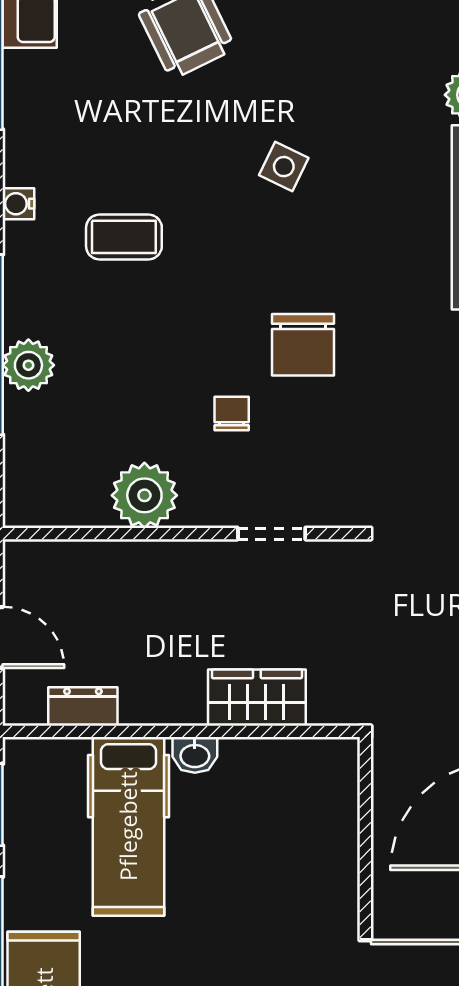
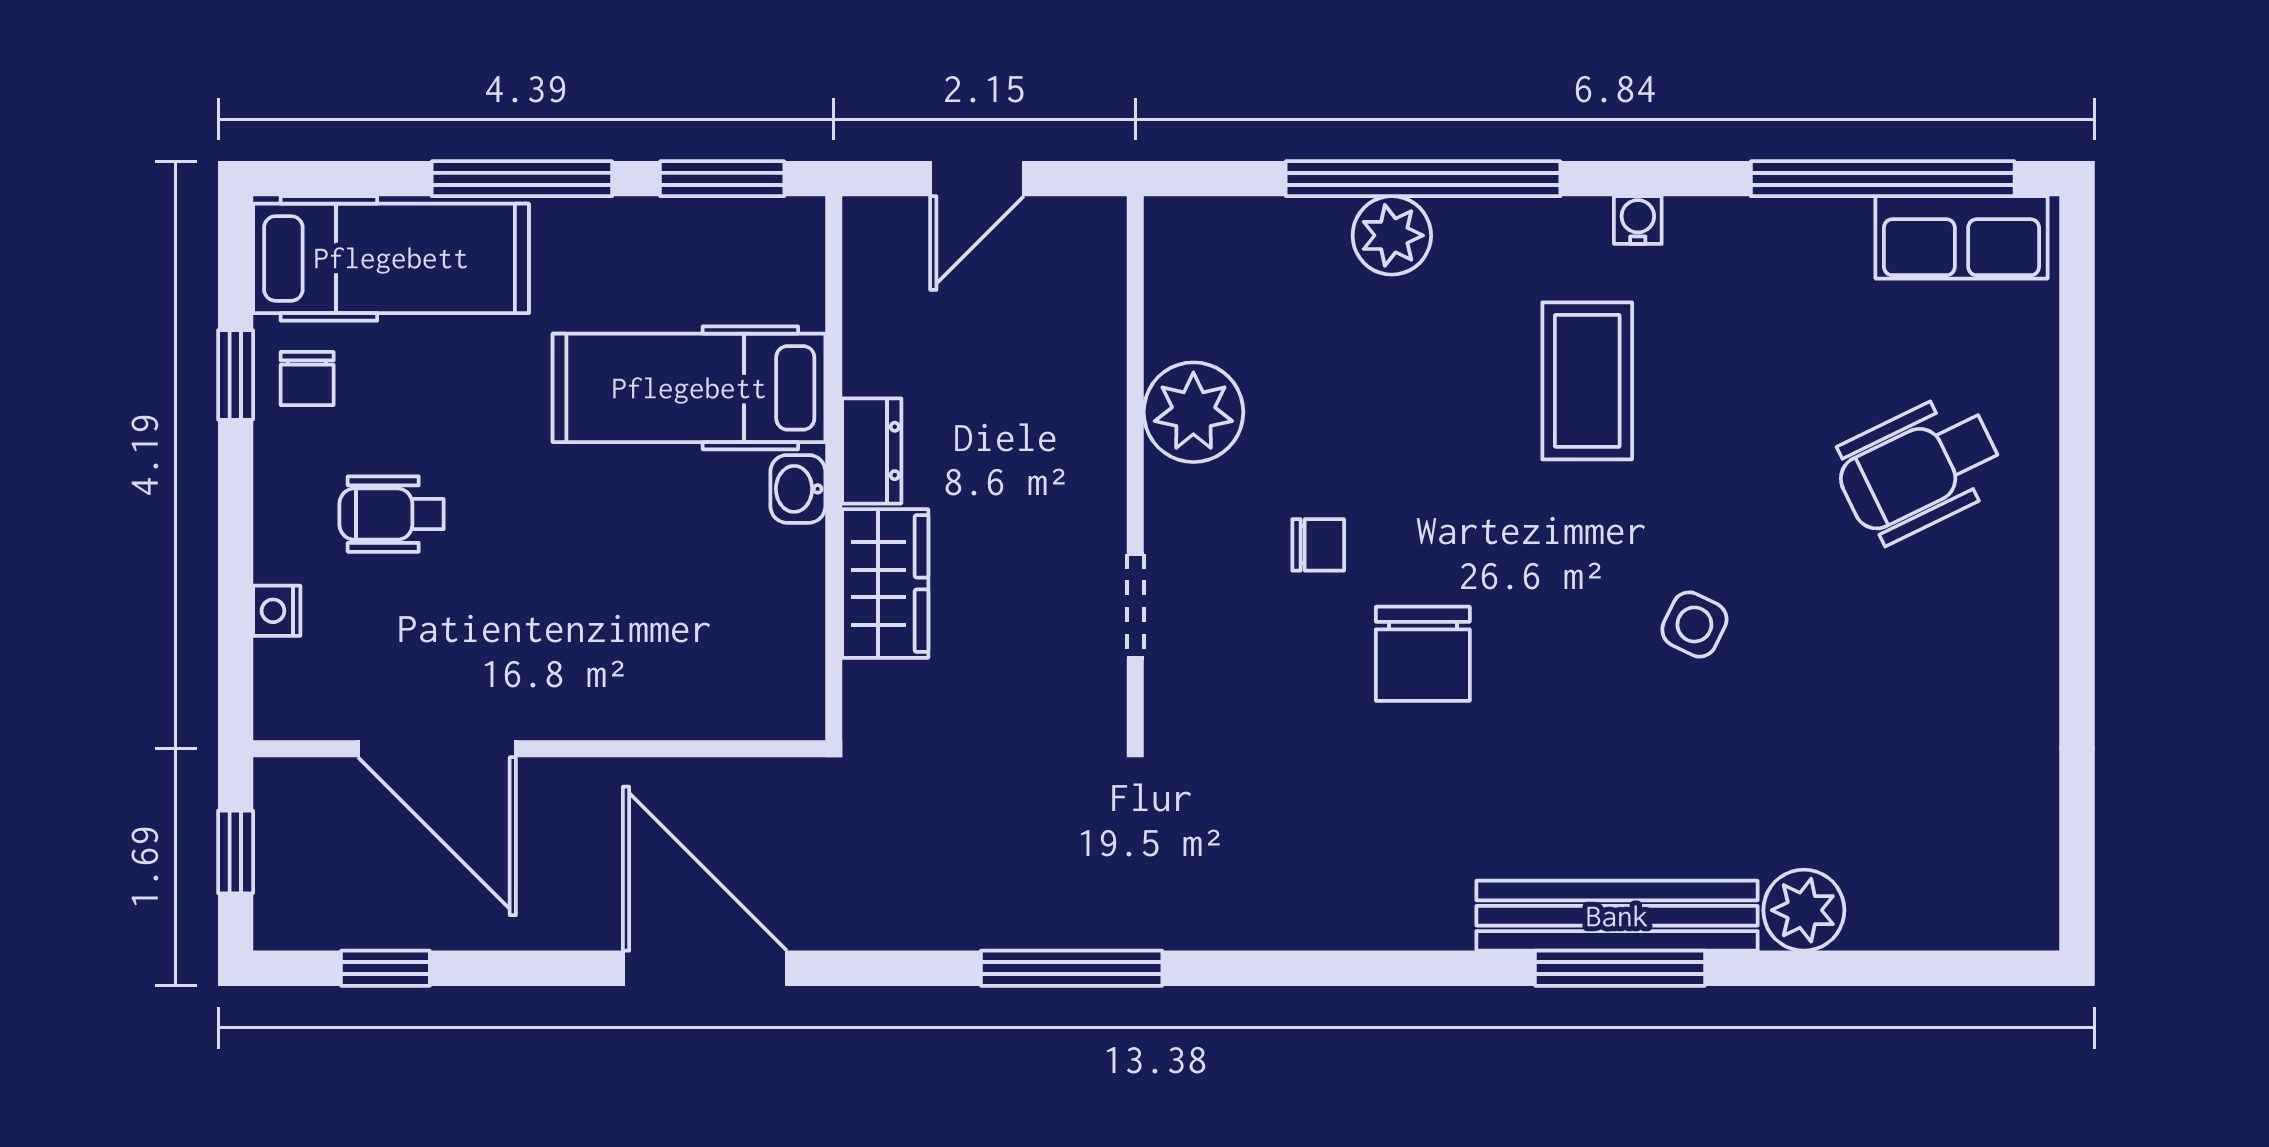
coffee table: (124, 237) -> (1587, 381), width x1.36, depth x1.30
chair: (303, 345) -> (1423, 654), turned -90
dresser: (83, 707) -> (872, 451), moved

